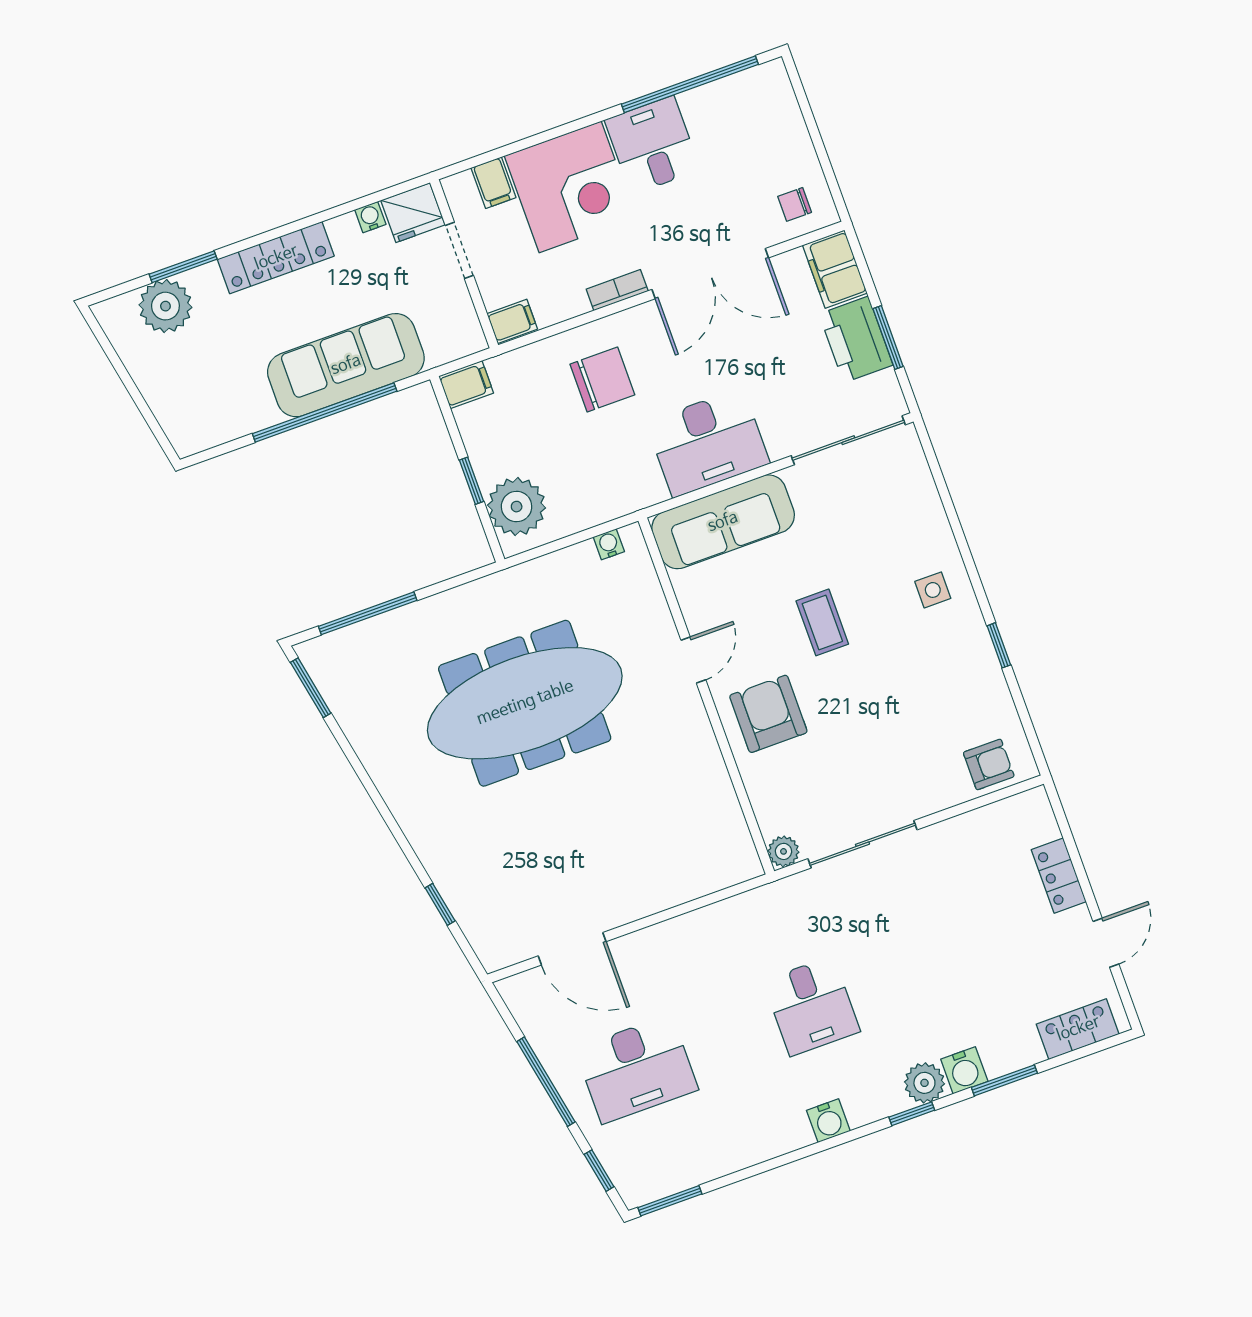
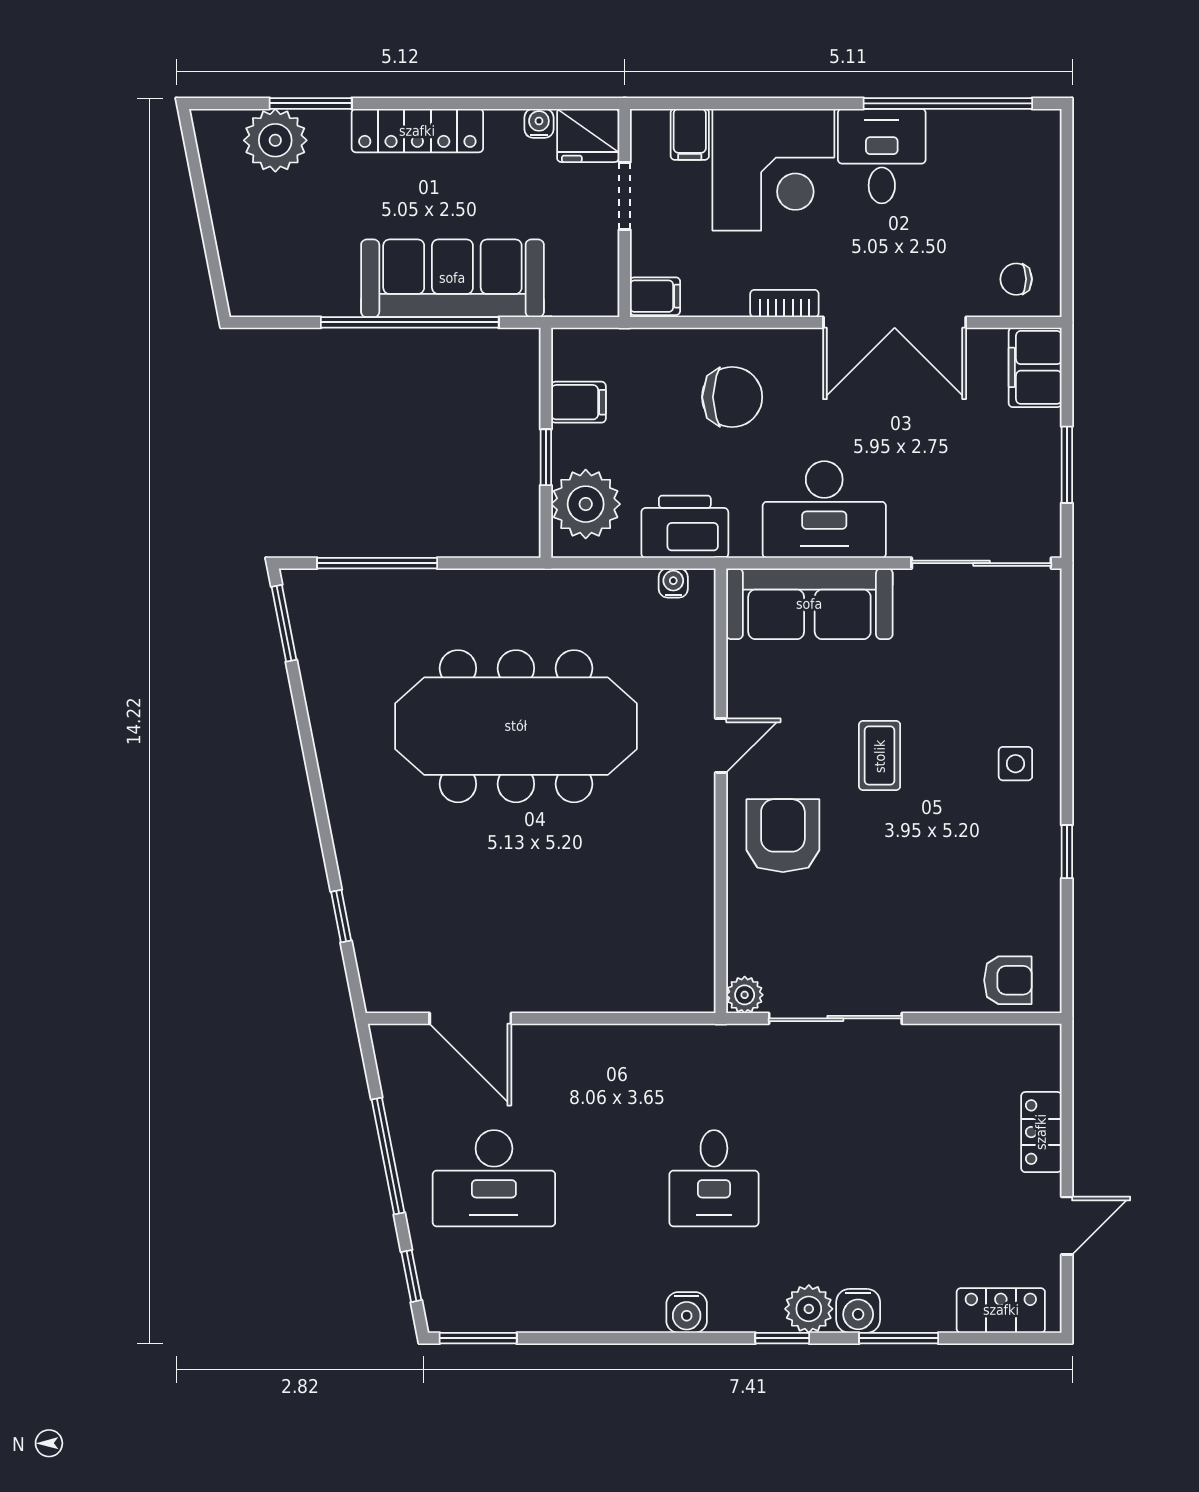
printer: (856, 339) -> (685, 527), moved, turned 90
filing cabinet: (466, 385) -> (578, 402), moved

